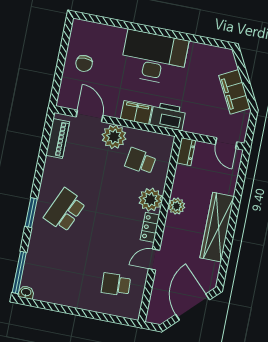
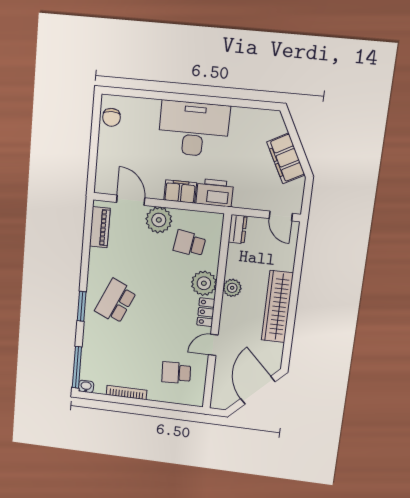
chair: (84, 63) -> (111, 117), moved
bookcase: (65, 301) -> (126, 392), added

